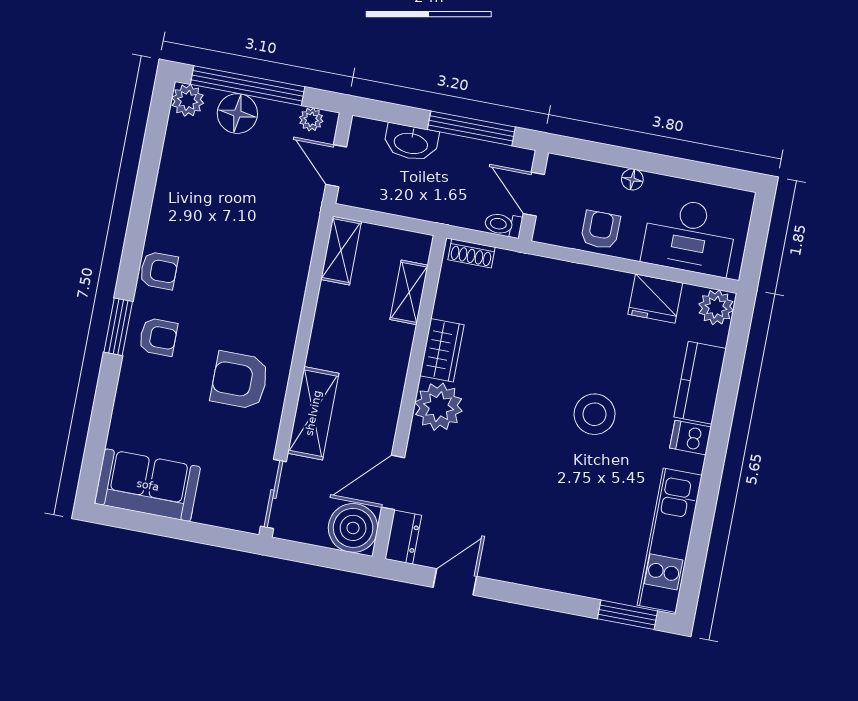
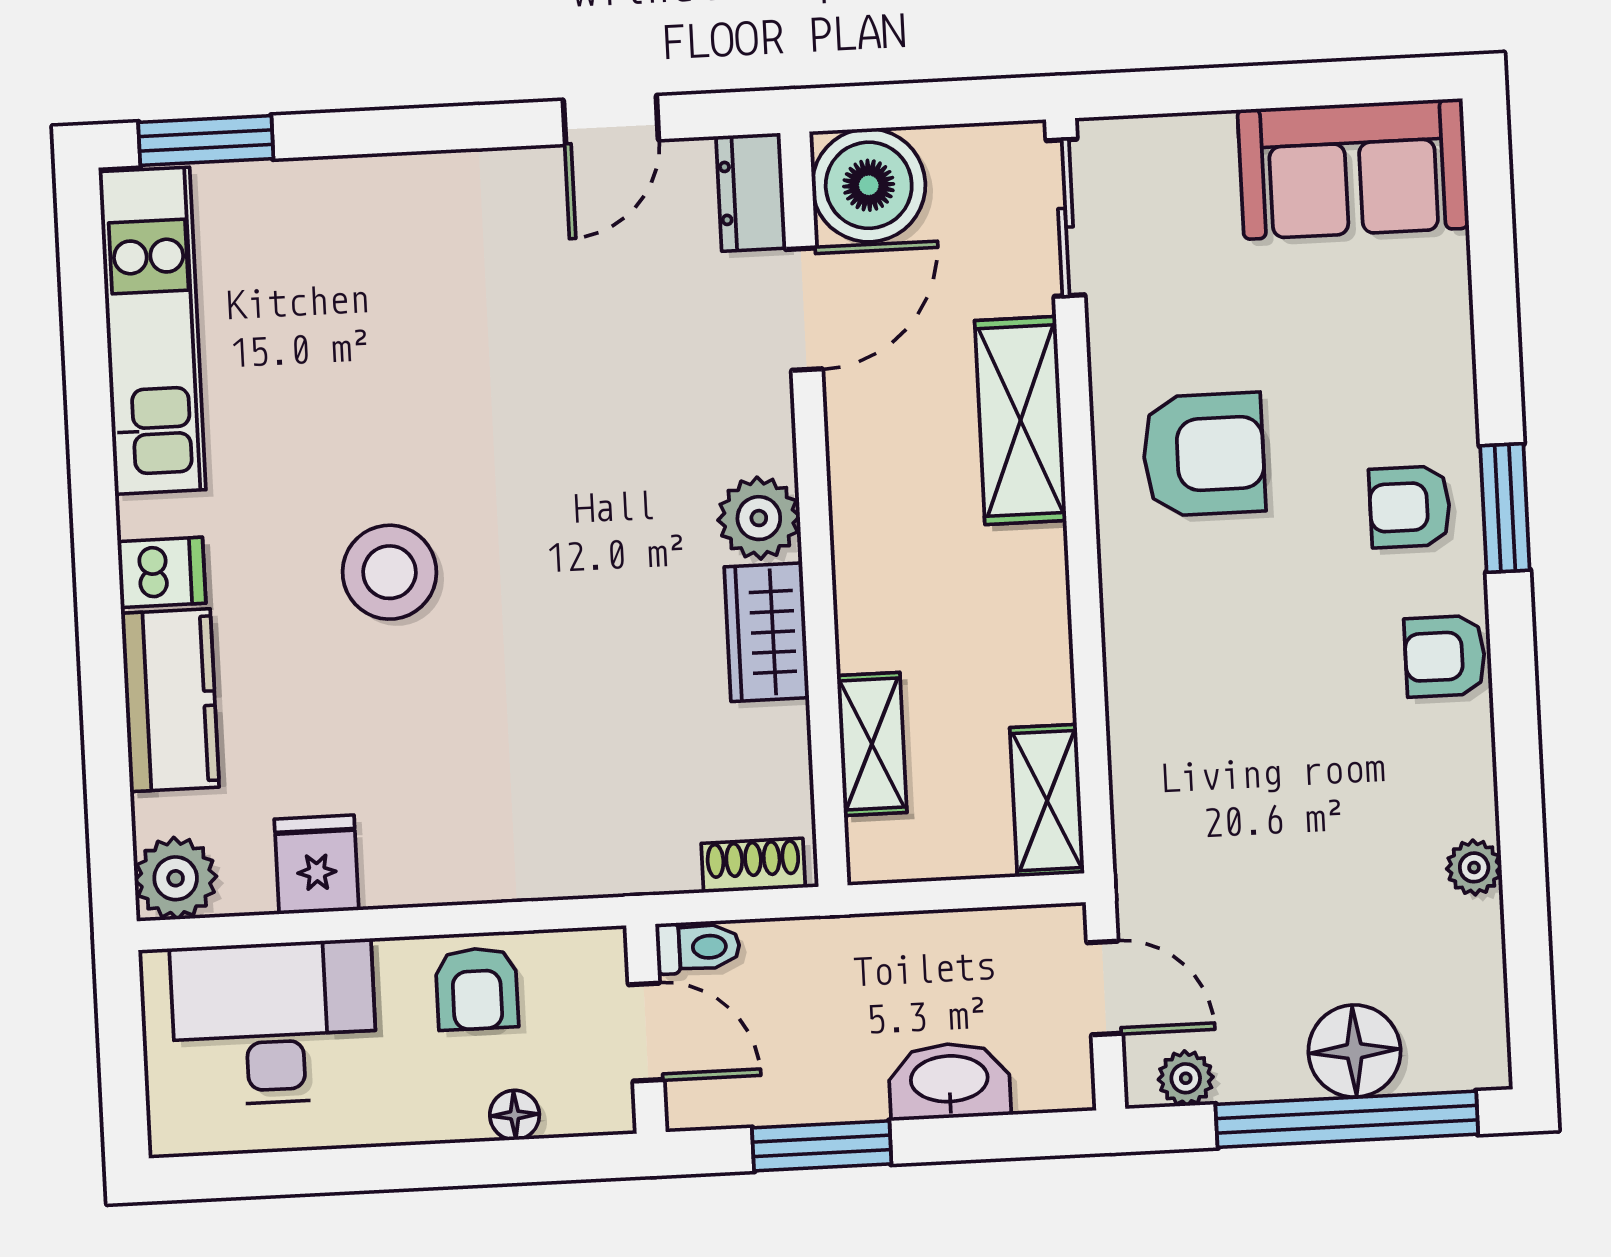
plant: (188, 100) -> (1474, 867), moved, width x0.73, depth x0.73
window: (471, 128) -> (822, 1146), width x0.69
floor lamp: (632, 179) -> (515, 1115), moved
fridge: (655, 299) -> (317, 865), width x0.72
plant: (439, 407) -> (759, 518), width x0.73, depth x0.73

